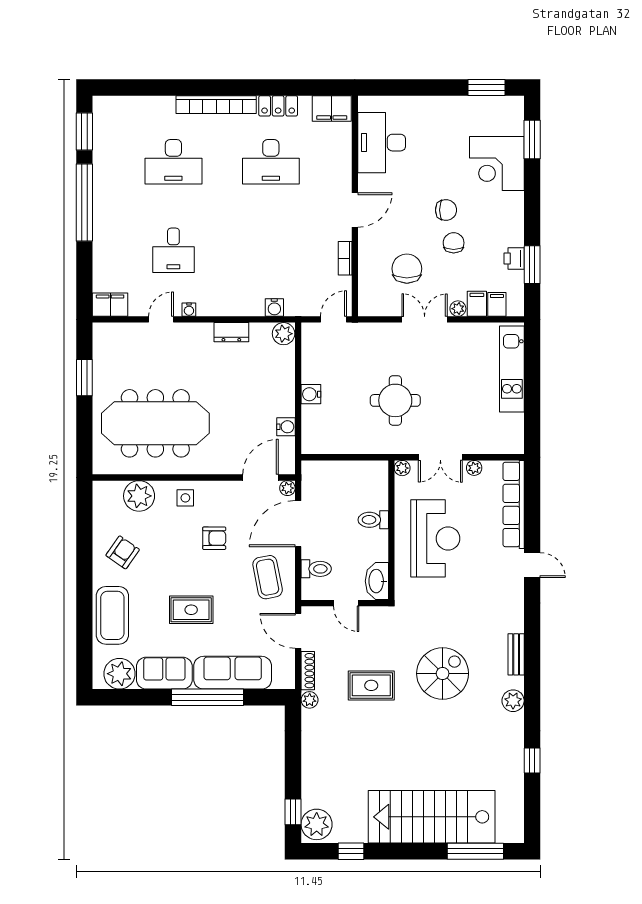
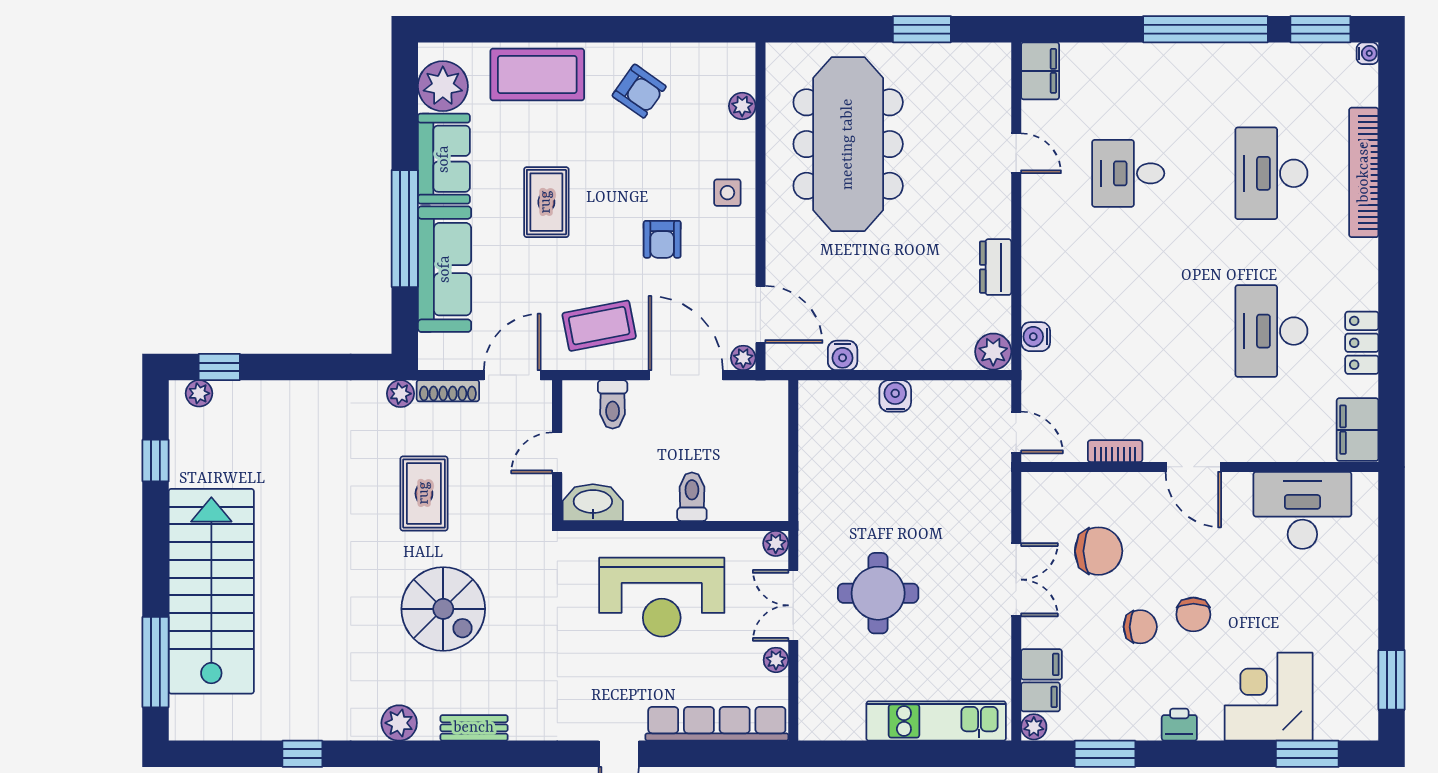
bookcase: (216, 105) -> (1364, 172), moved
printer: (514, 259) -> (1179, 725), moved
plant: (458, 309) -> (1034, 727), moved
water cooler: (189, 310) -> (1368, 53), moved, turned 180
round table: (395, 400) -> (878, 593), moved
plant: (139, 496) -> (742, 106), width x0.53, depth x0.53
plant: (317, 824) -> (199, 393), width x0.53, depth x0.53

